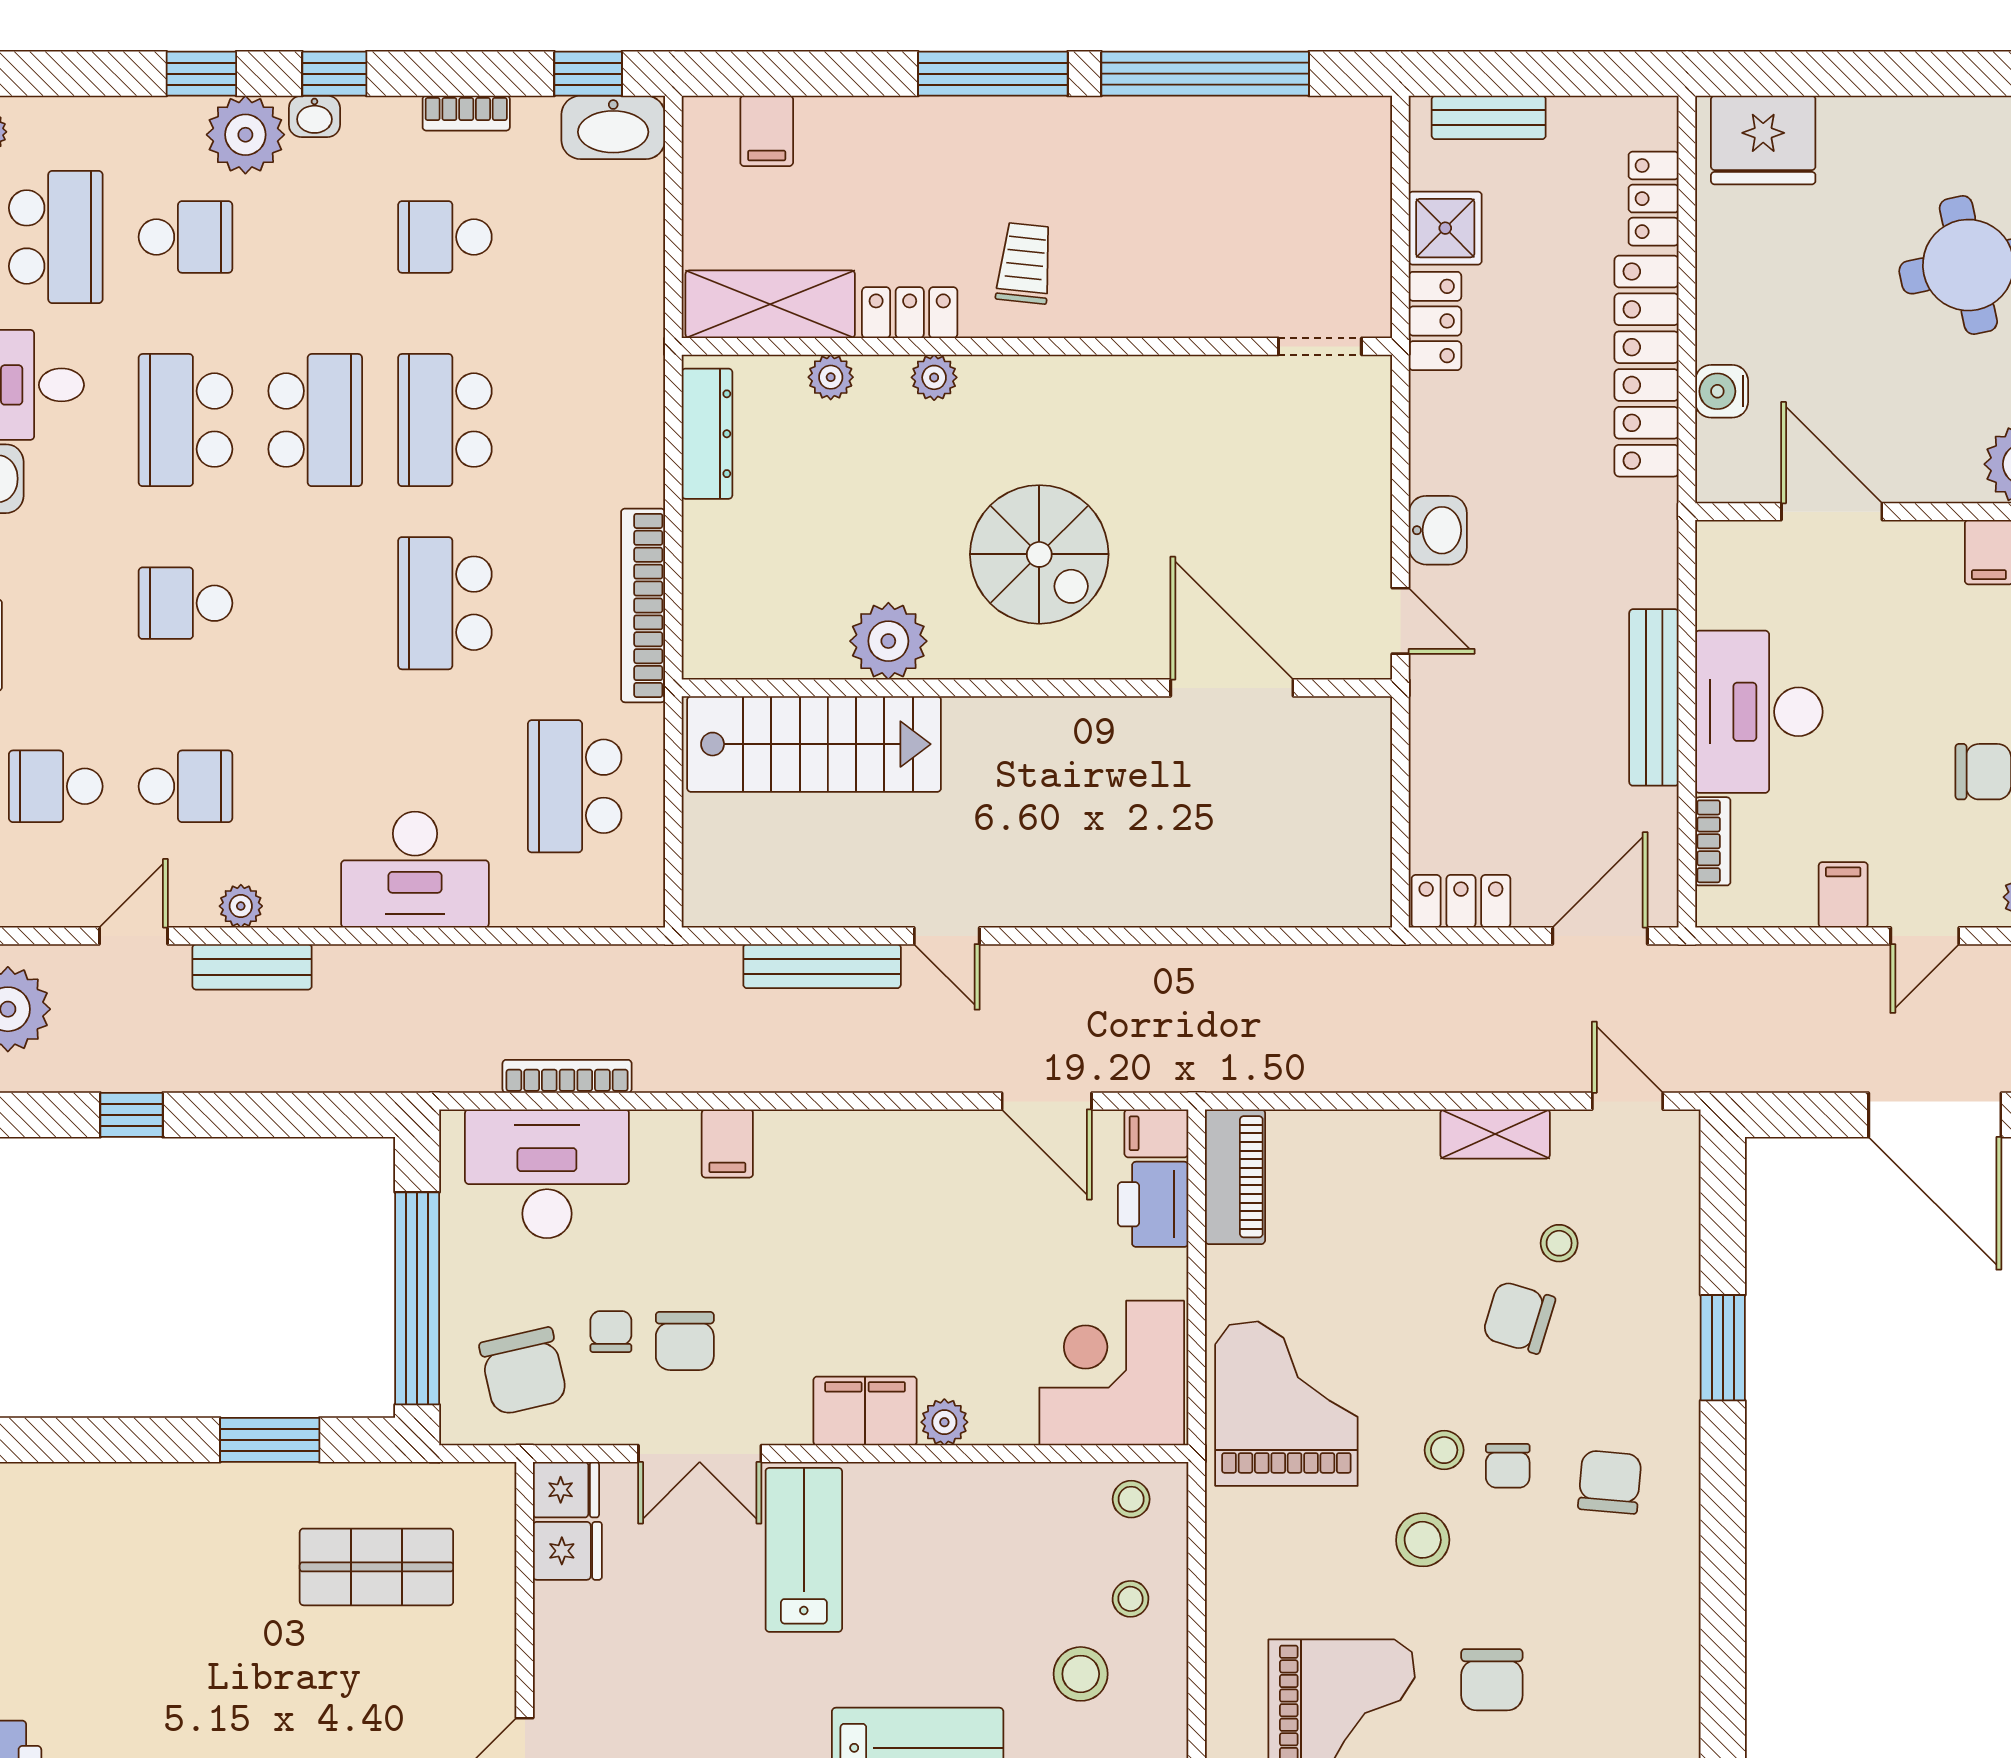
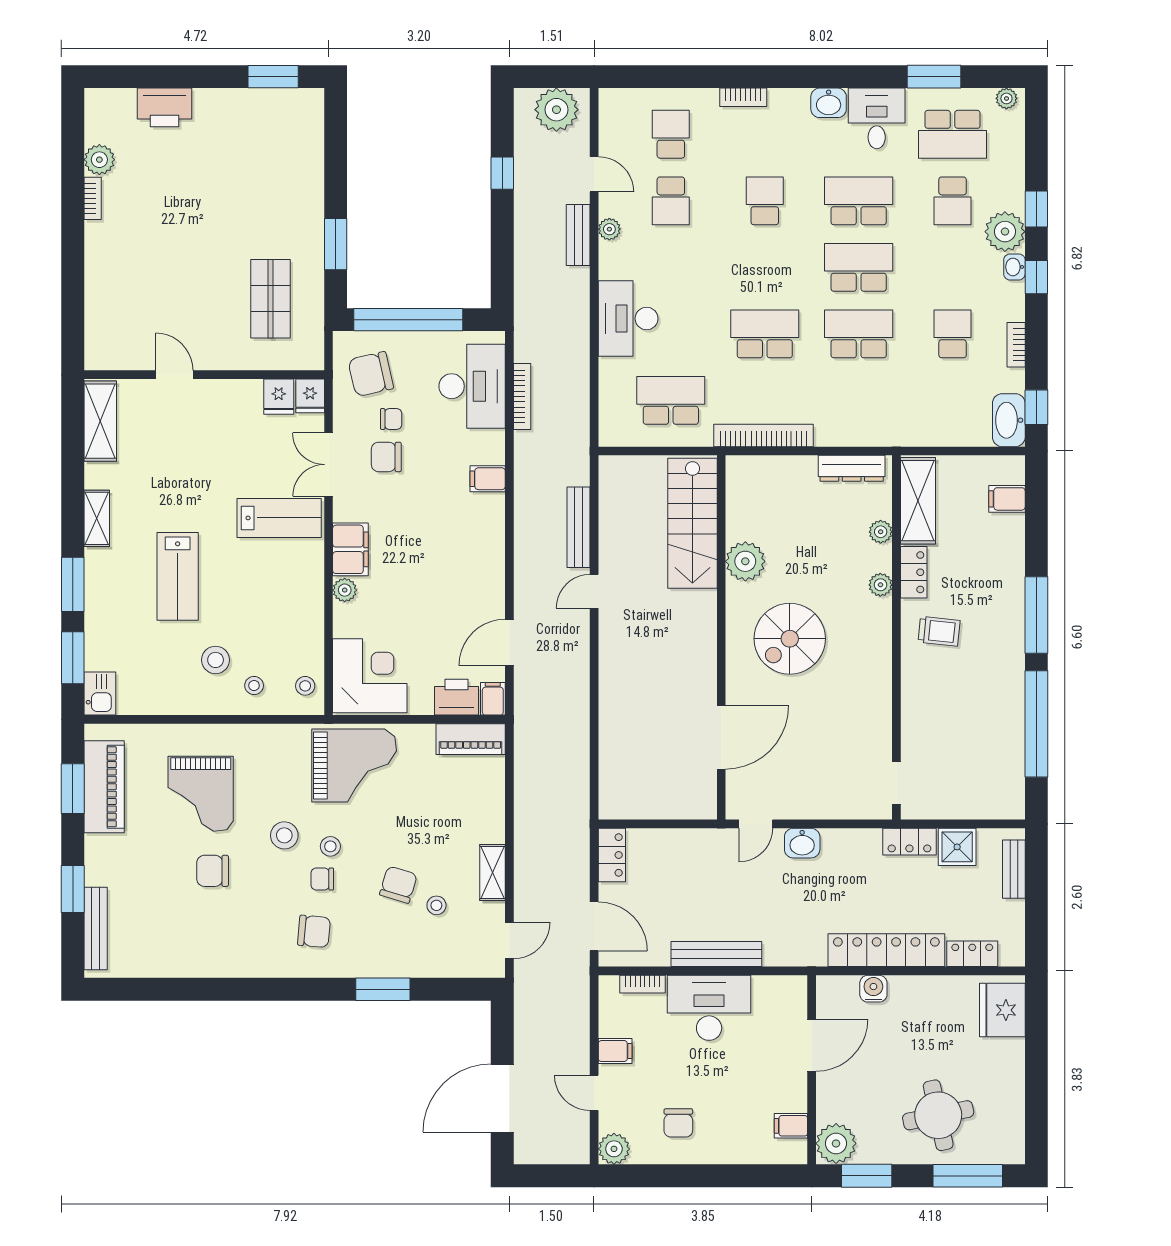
school desk: (315, 420) -> (859, 267), turned 180

